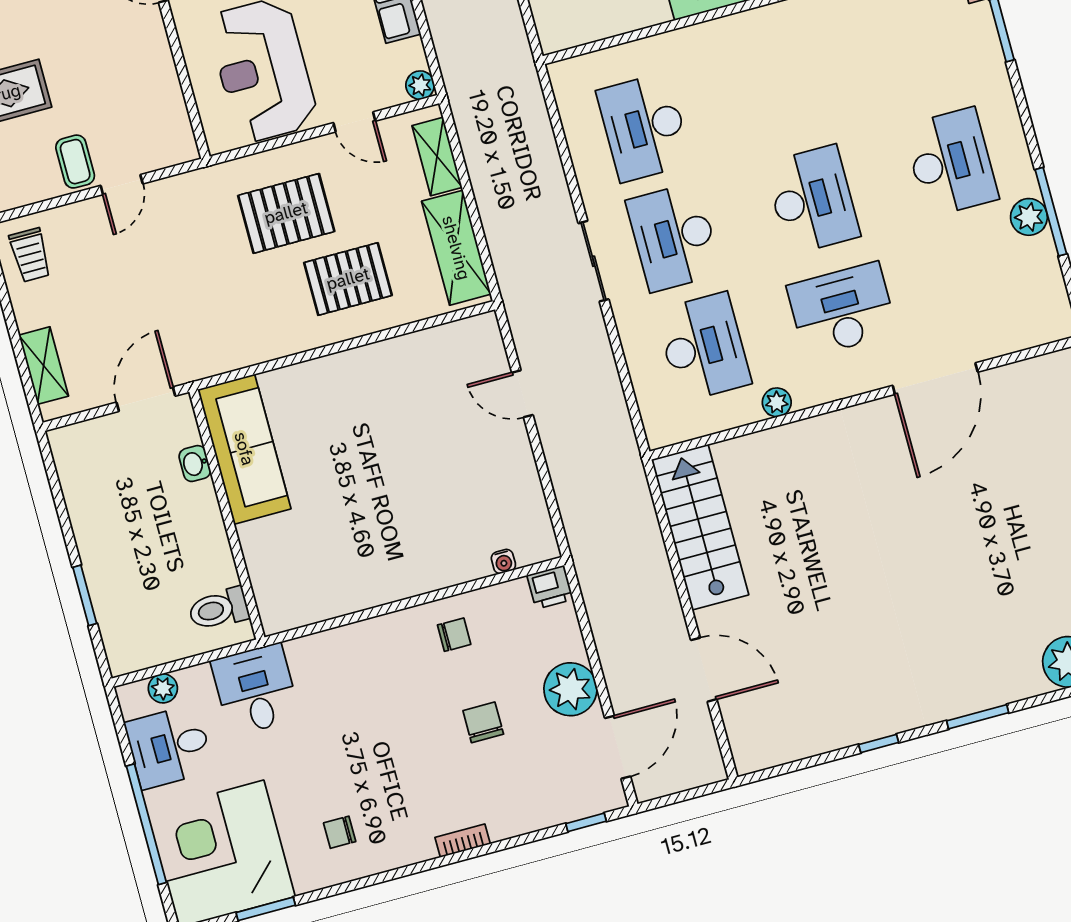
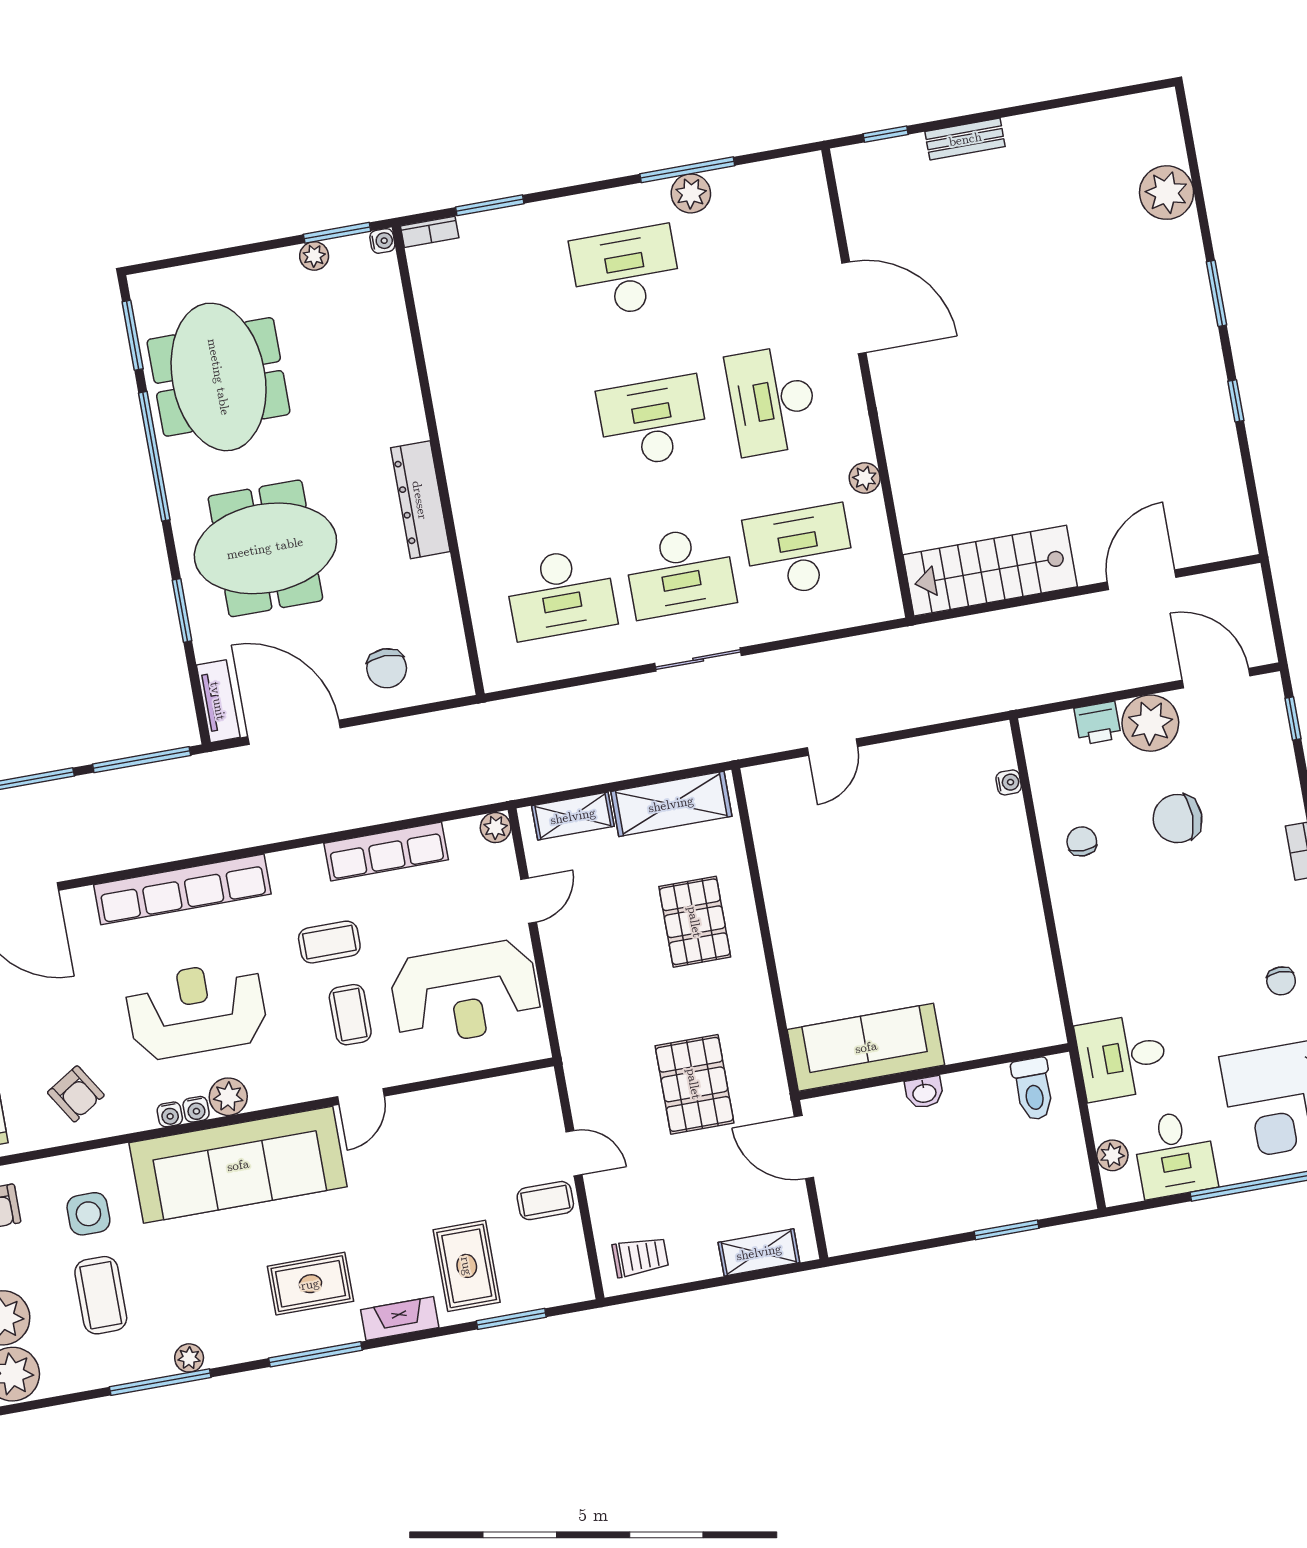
pallet: (286, 213) -> (694, 1084), moved
washbasin: (195, 464) -> (924, 1092), moved
printer: (550, 587) -> (1098, 723), moved, turned 90
chair: (483, 722) -> (1178, 819), width x1.37, depth x1.37

